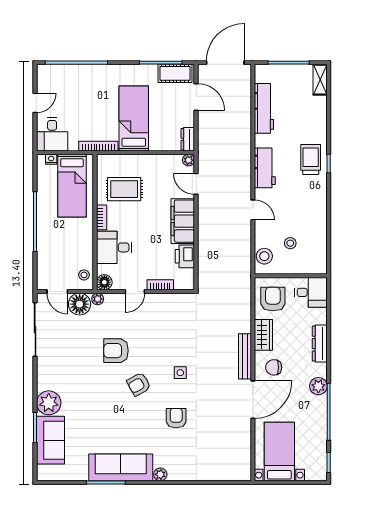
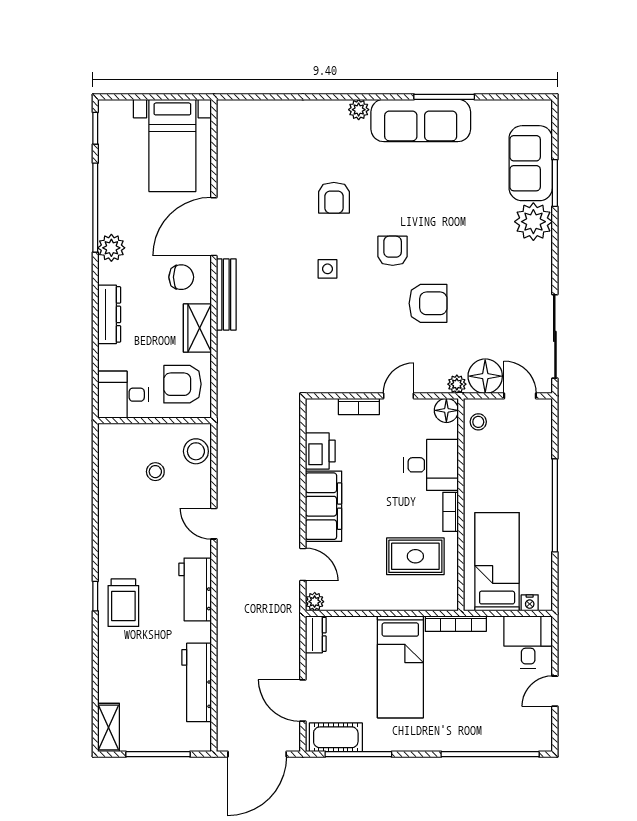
armchair: (273, 299) -> (183, 384), turned 90
armchair: (139, 384) -> (393, 251), turned -61

